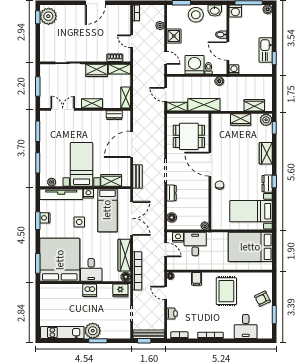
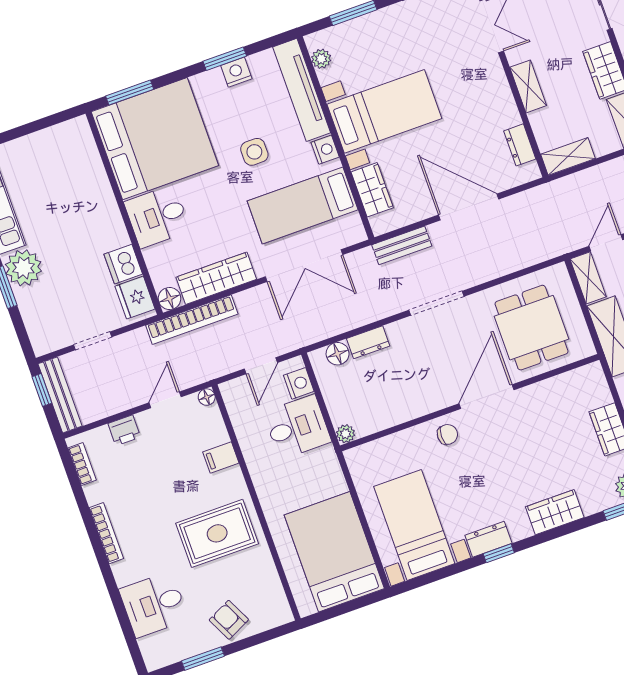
dresser: (171, 193) -> (368, 342), moved
dishwasher: (90, 290) -> (123, 264), moved

